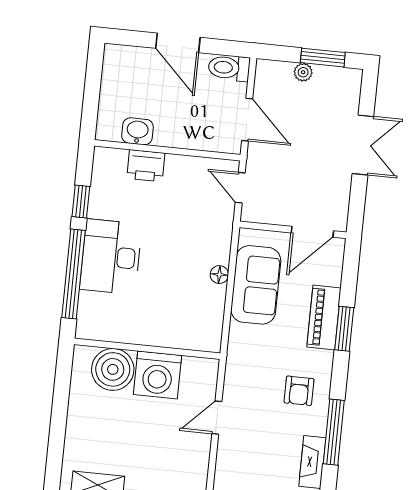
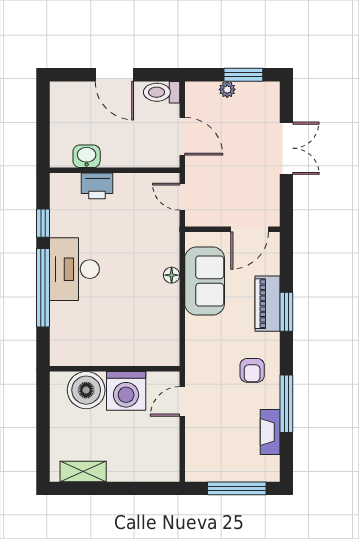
wall: (147, 349) -> (115, 369), moved
boiler: (113, 369) -> (86, 390), moved
washing machine: (158, 375) -> (126, 391), moved

